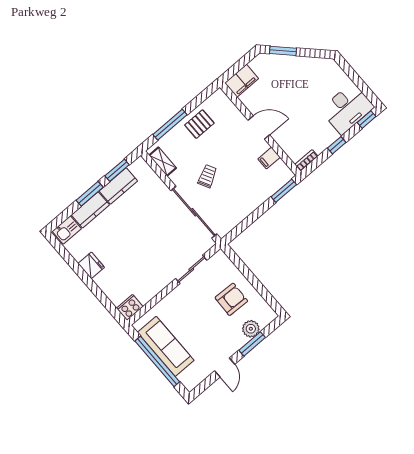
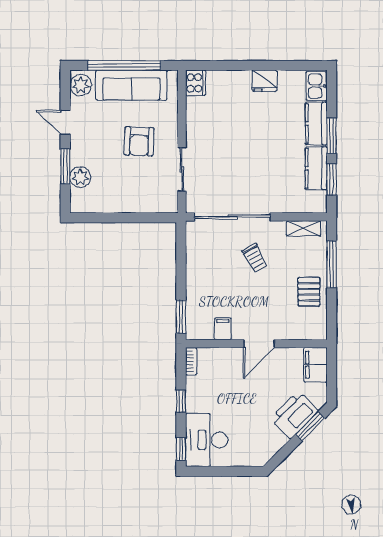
printer: (284, 67) -> (294, 415), added
armchair: (231, 299) -> (139, 141), moved
plant: (193, 378) -> (81, 85), added

